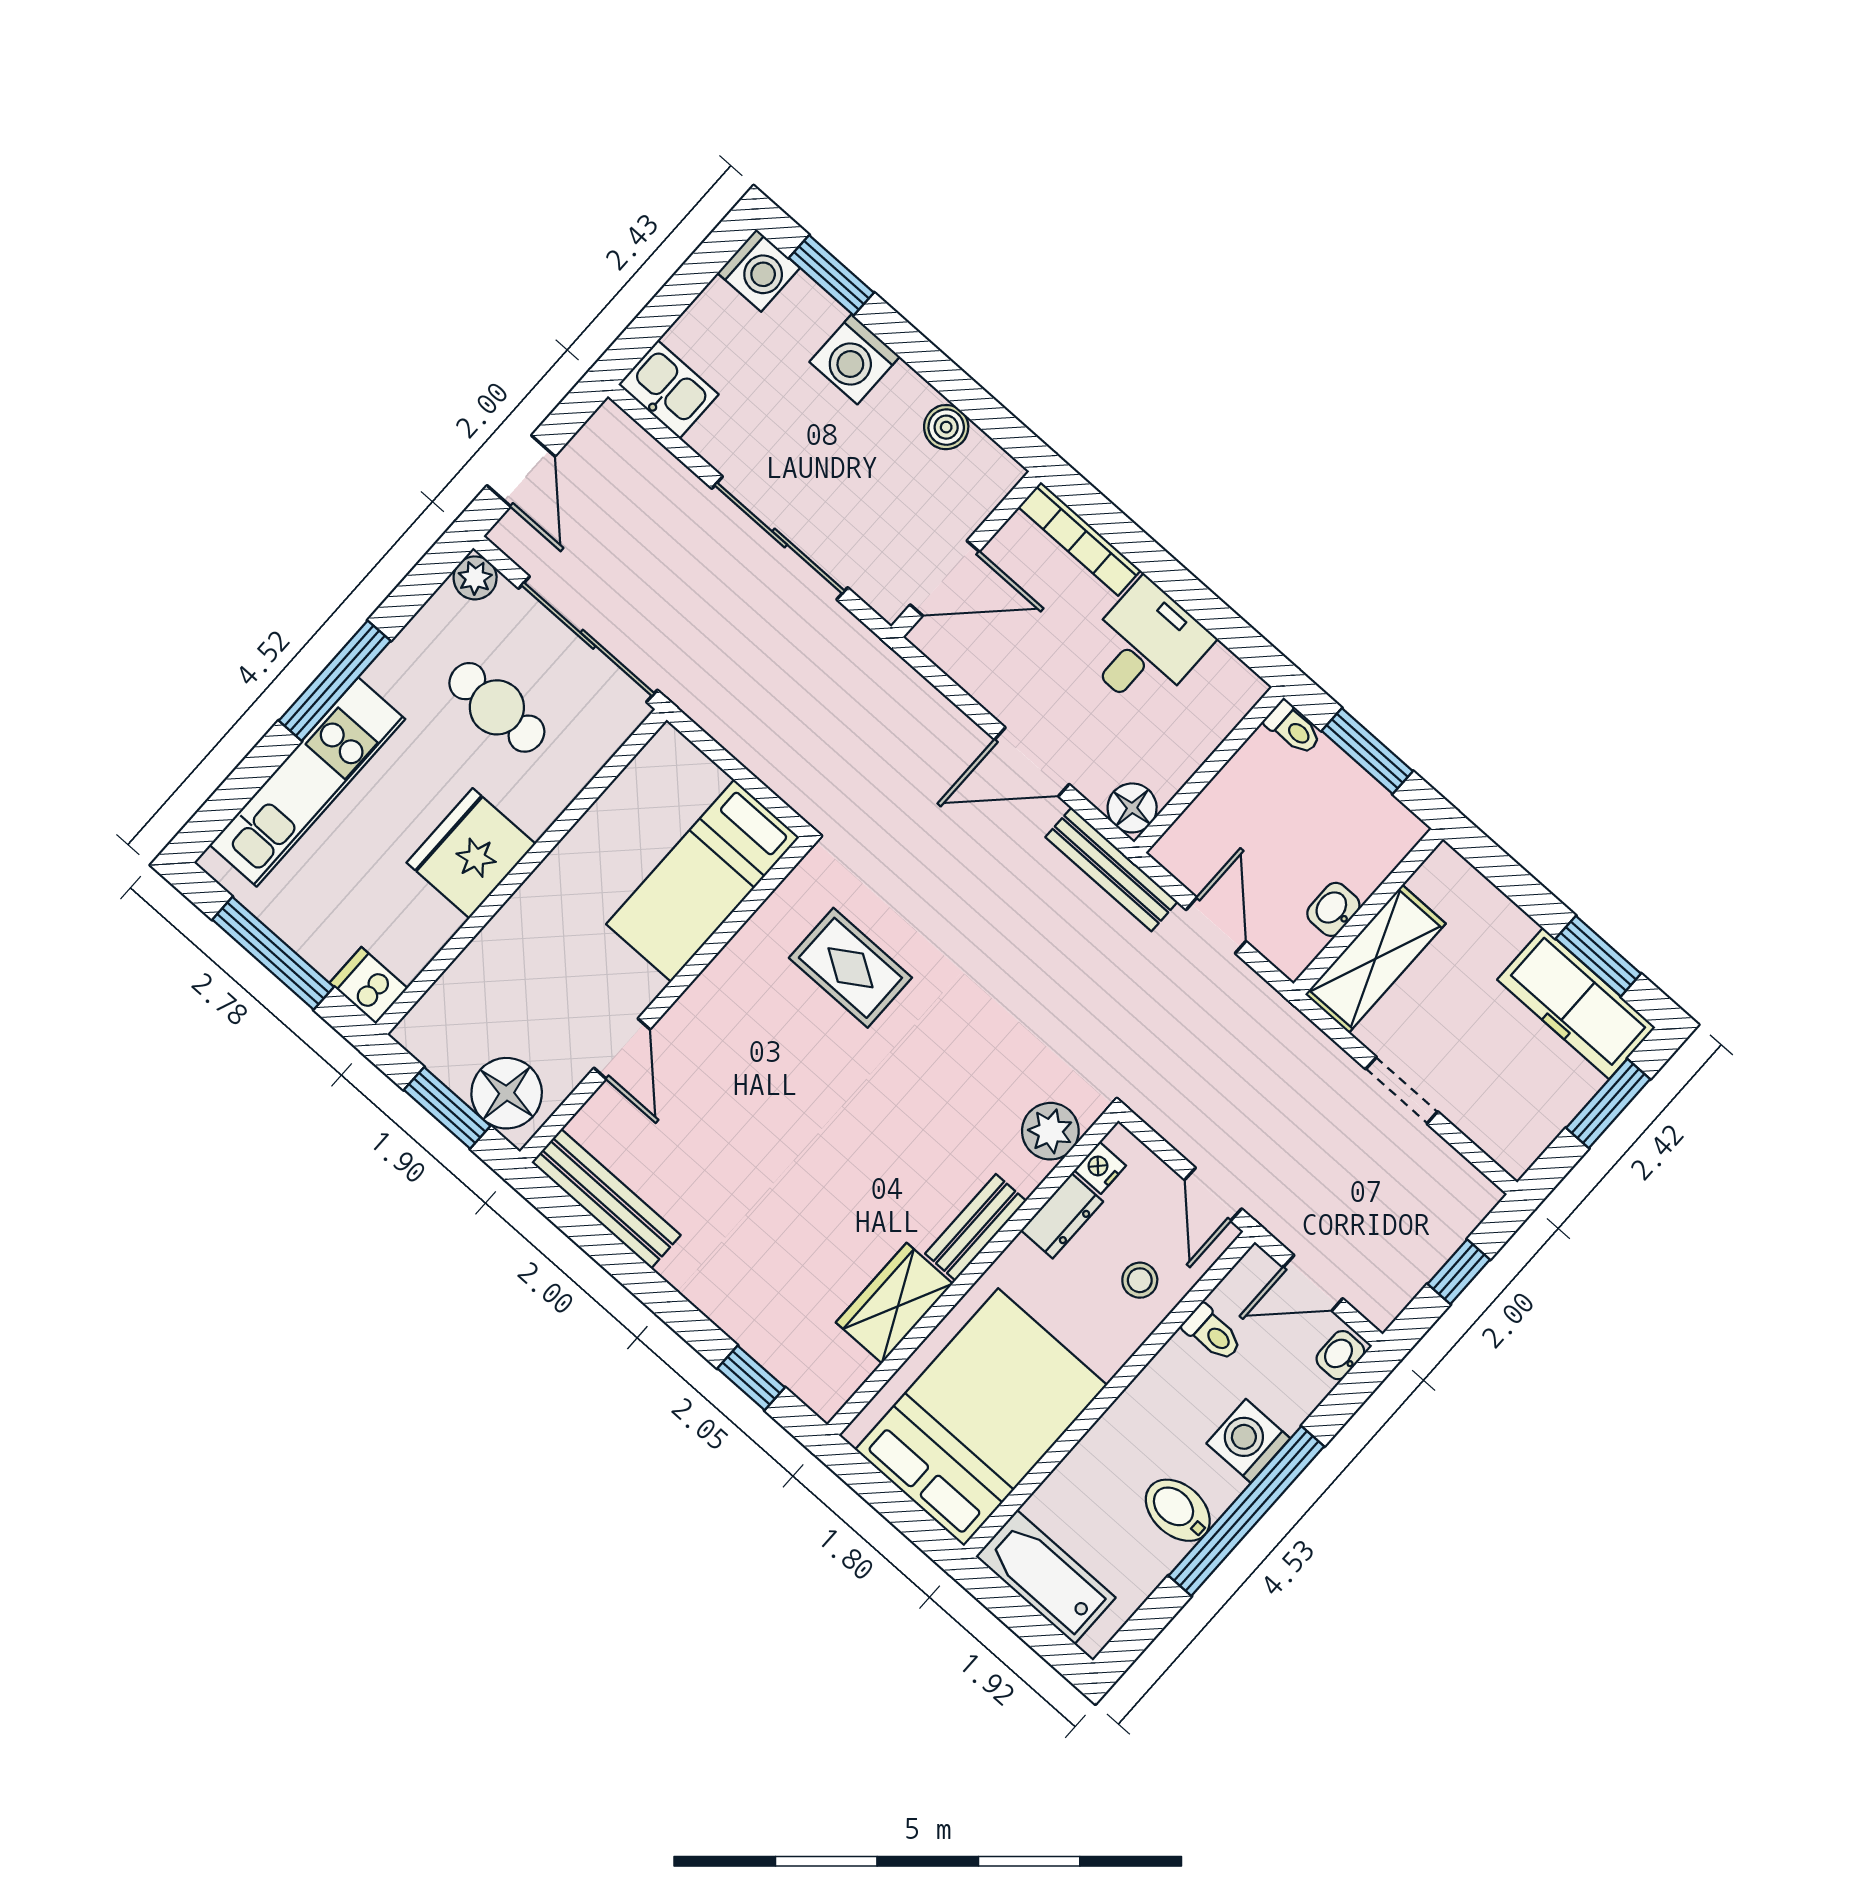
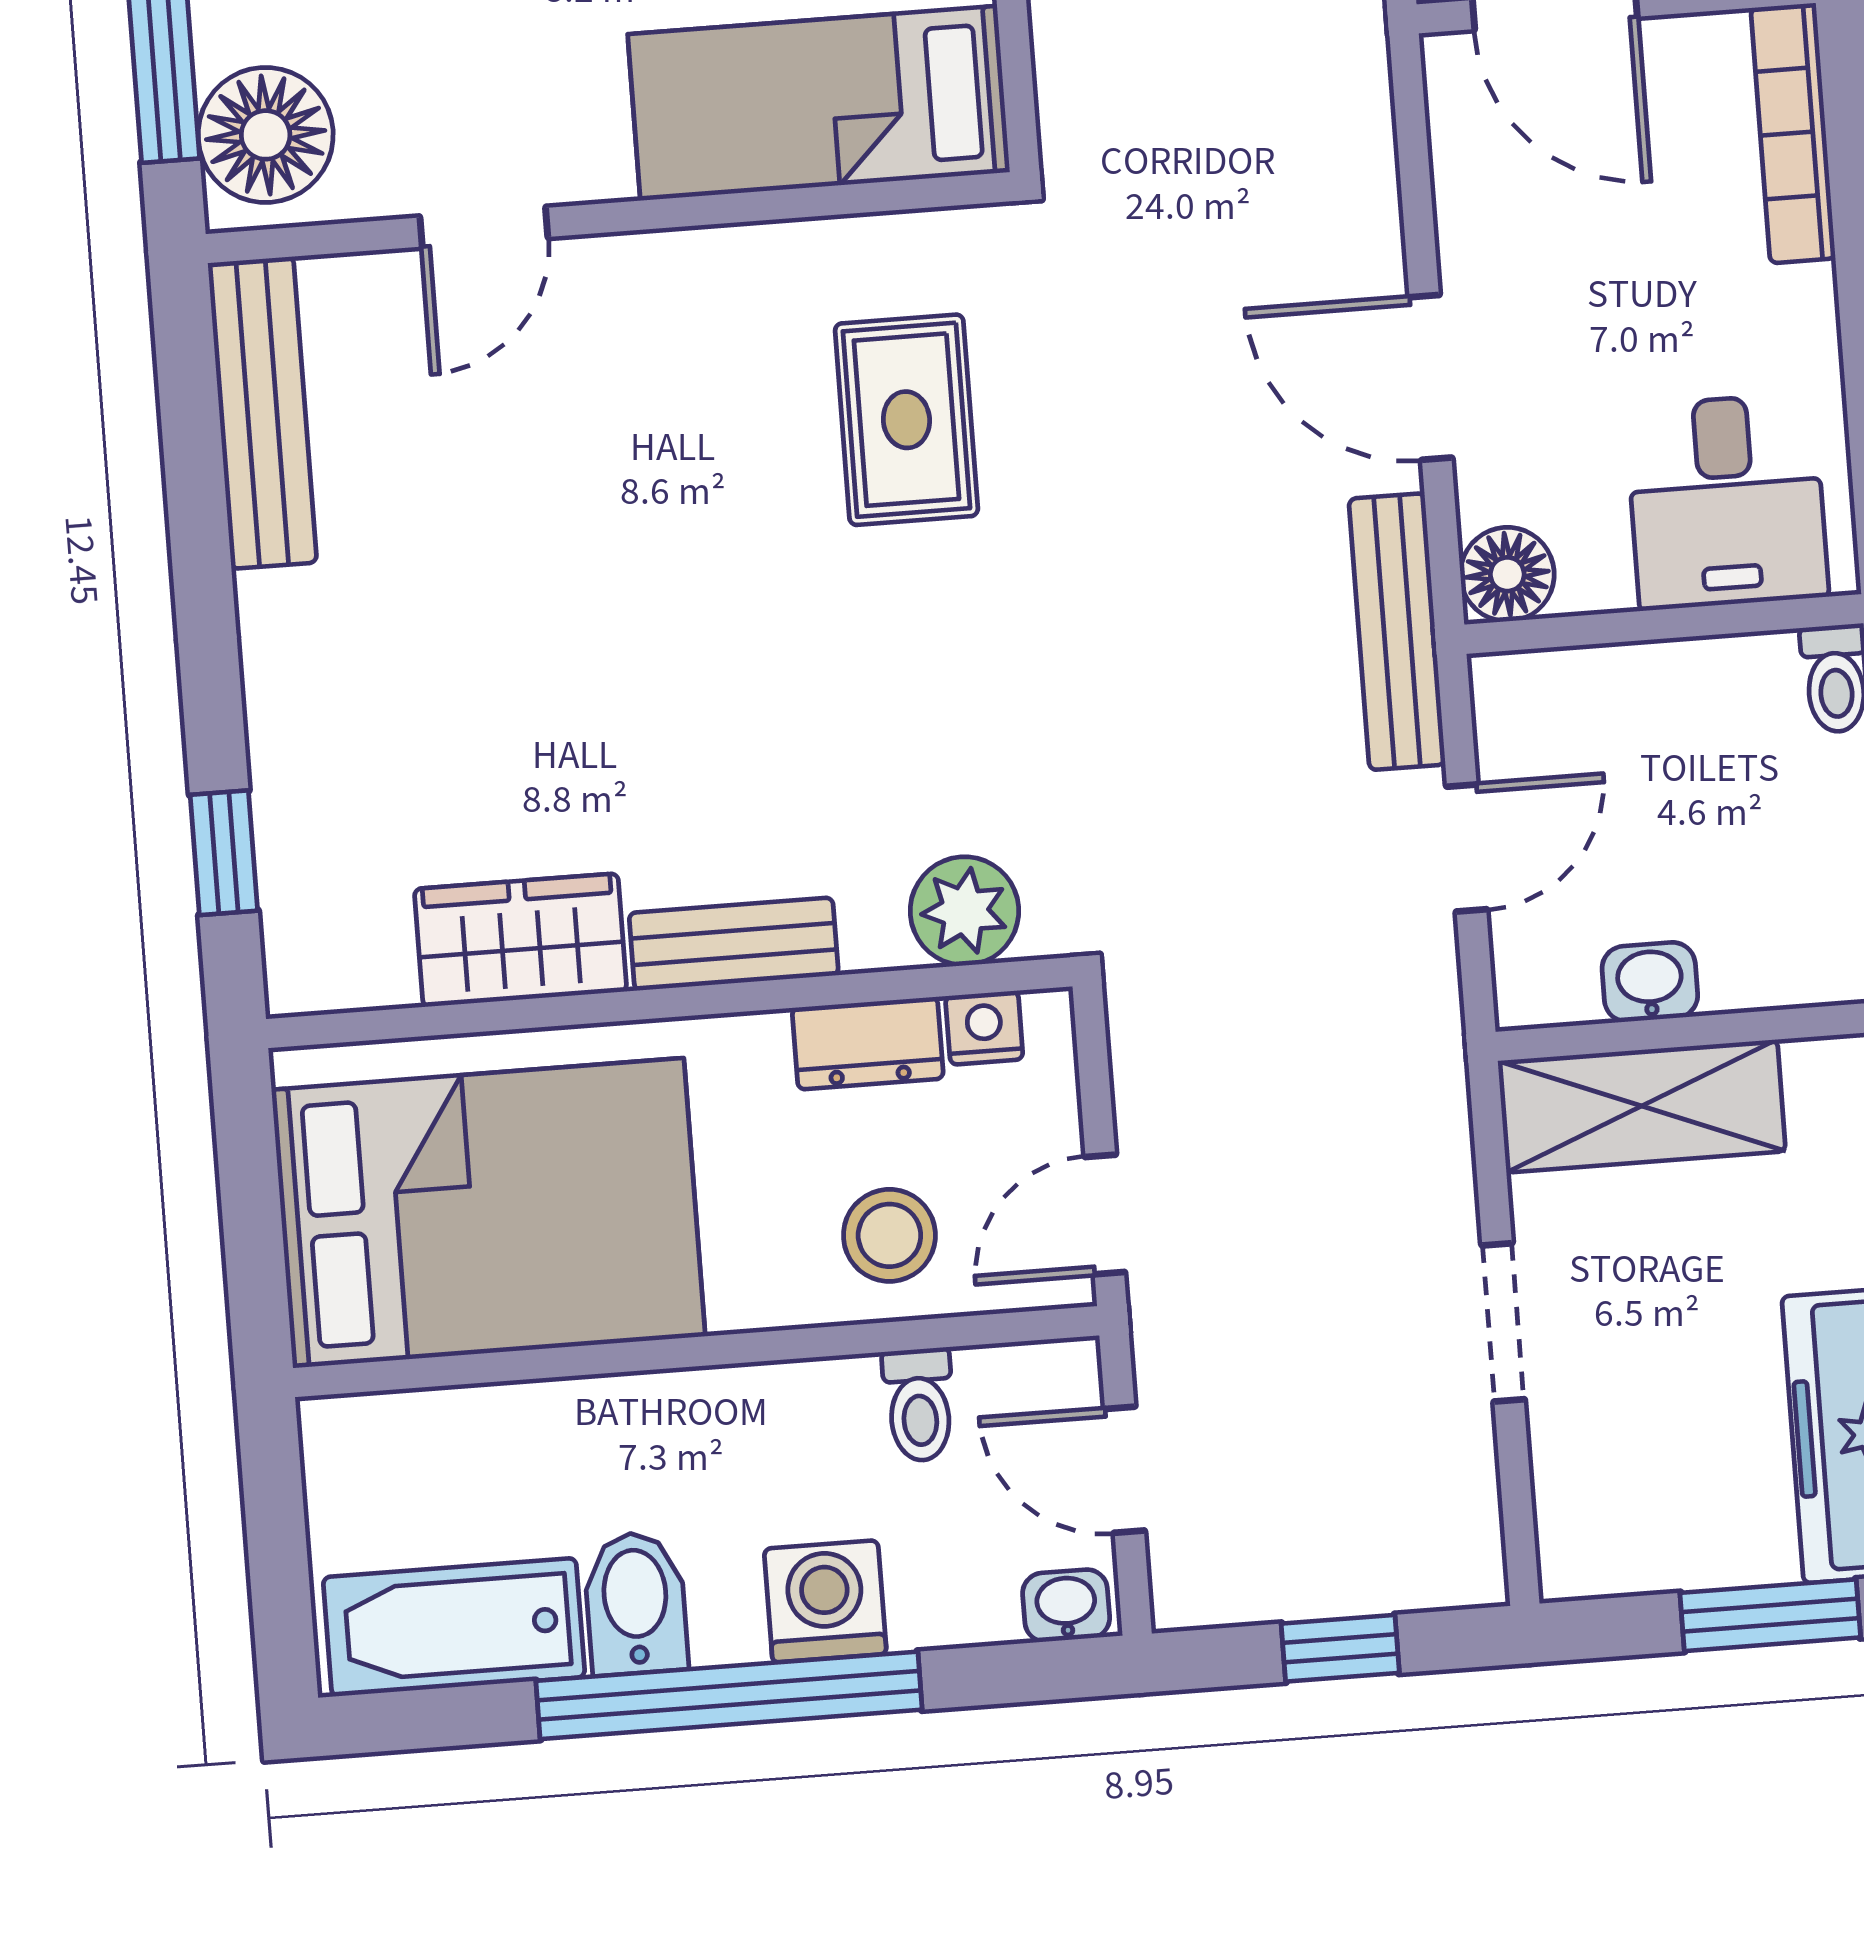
desk: (1145, 646) -> (1727, 502), moved, turned 90
stool: (1140, 1280) -> (889, 1235), width x1.37, depth x1.37
bathtub: (1046, 1577) -> (454, 1627), moved, turned -90

